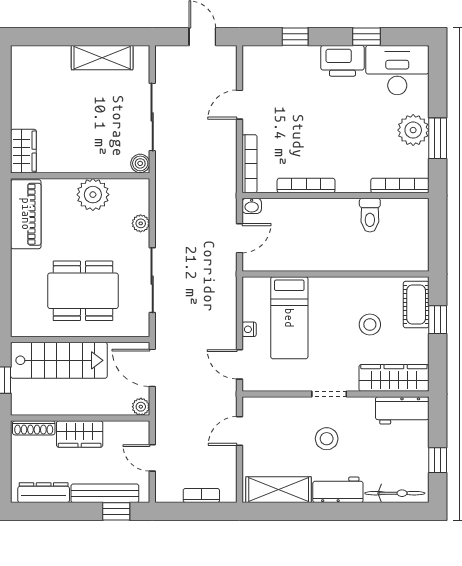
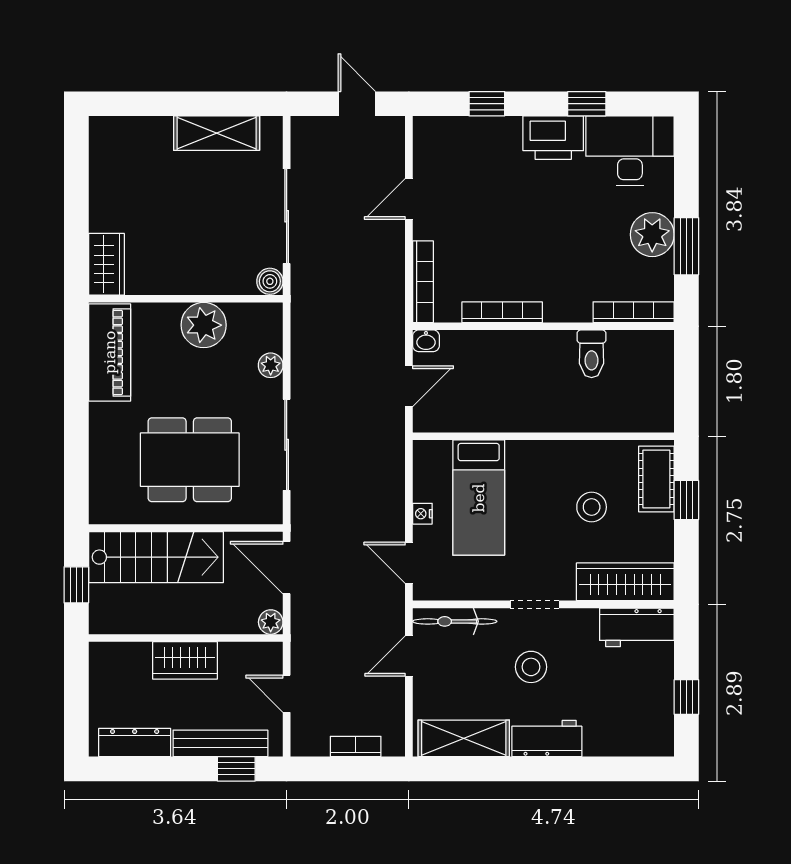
shoe rack: (34, 428) -> (121, 652), removed
bicycle: (395, 493) -> (455, 621), moved, turned 180

